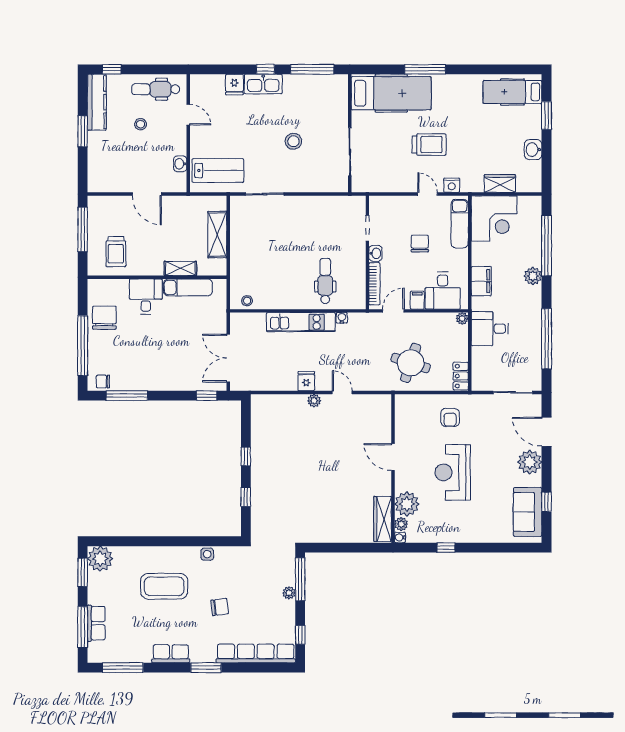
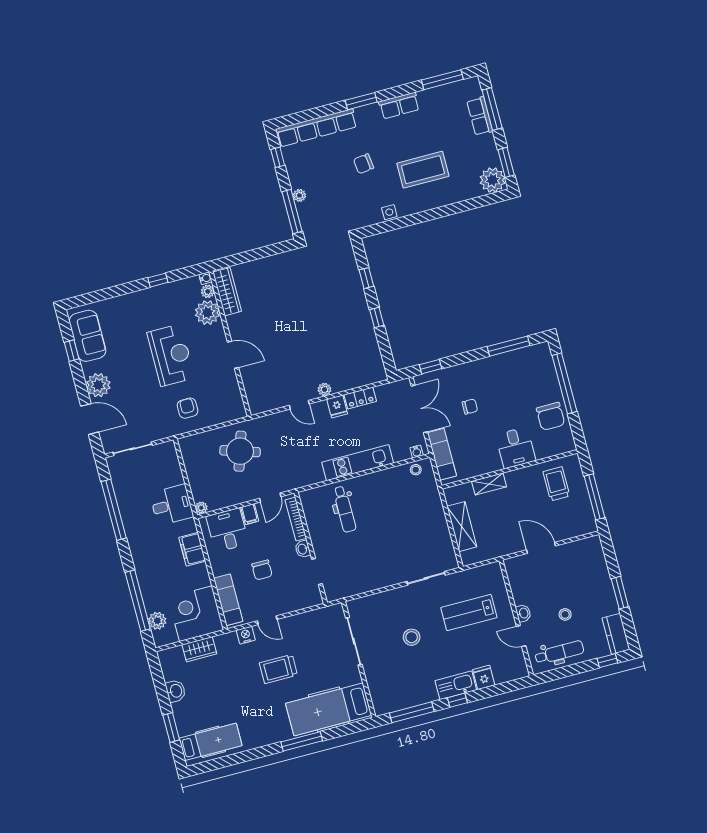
kitchen counter: (97, 102) -> (616, 634), width x0.67
washbasin: (180, 164) -> (523, 613), moved
lab bench: (218, 170) -> (469, 612), moved
plant: (533, 276) -> (157, 621), moved
exam couch: (188, 287) -> (442, 454), moved, turned 90
water cooler: (342, 318) -> (417, 452), moved
locker: (461, 376) -> (360, 398), moved, turned 90
chair: (103, 382) -> (470, 407), moved

